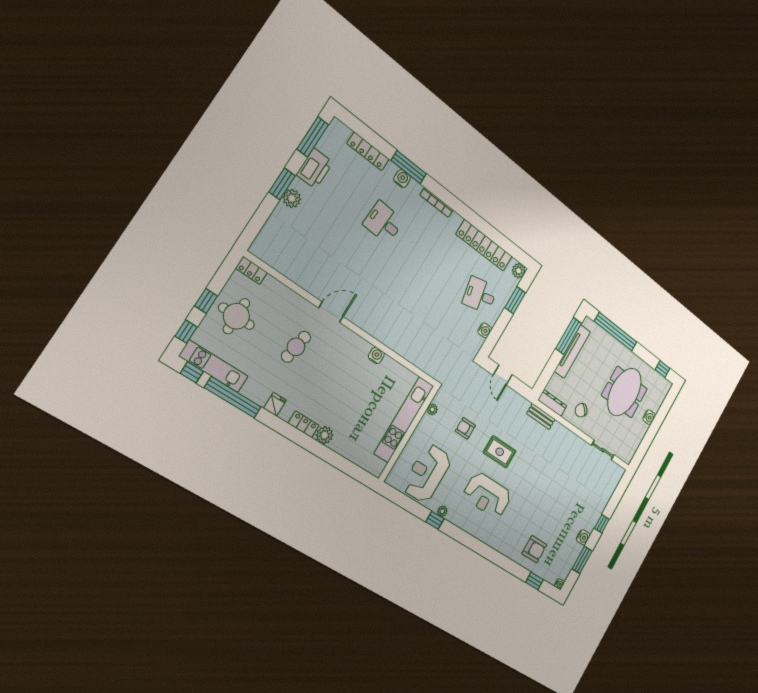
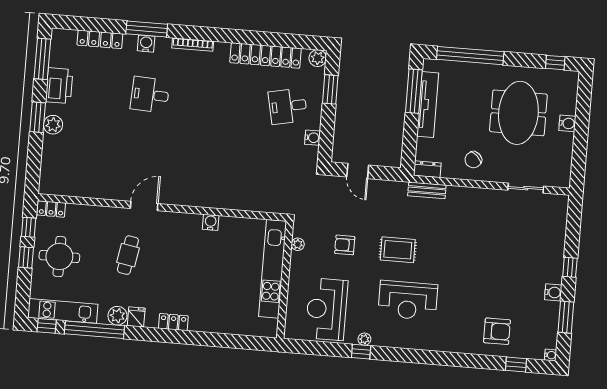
window: (186, 332) -> (29, 227), moved
dresser: (552, 403) -> (427, 169), width x0.70
plant: (325, 435) -> (117, 316), moved

